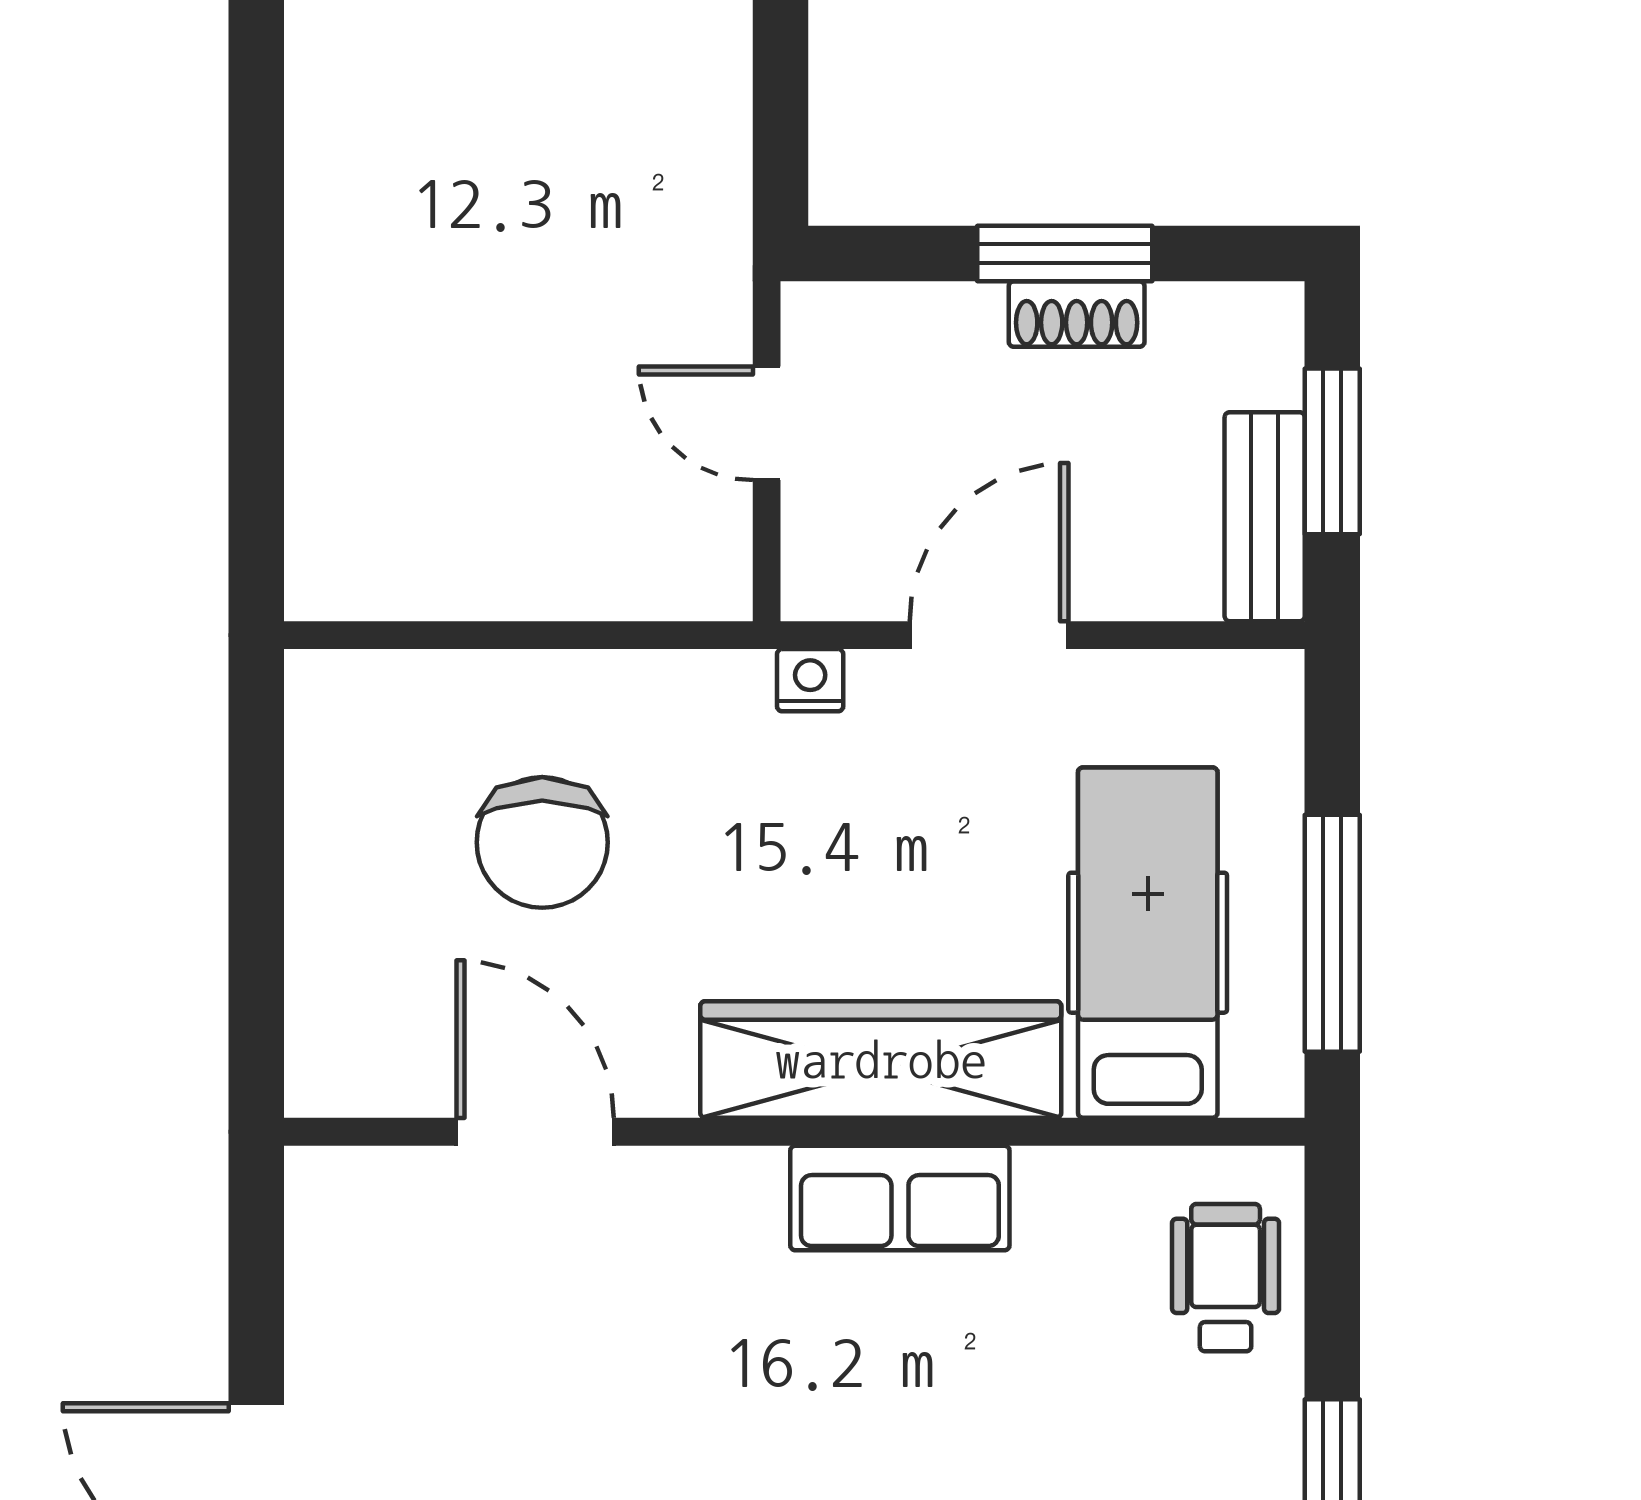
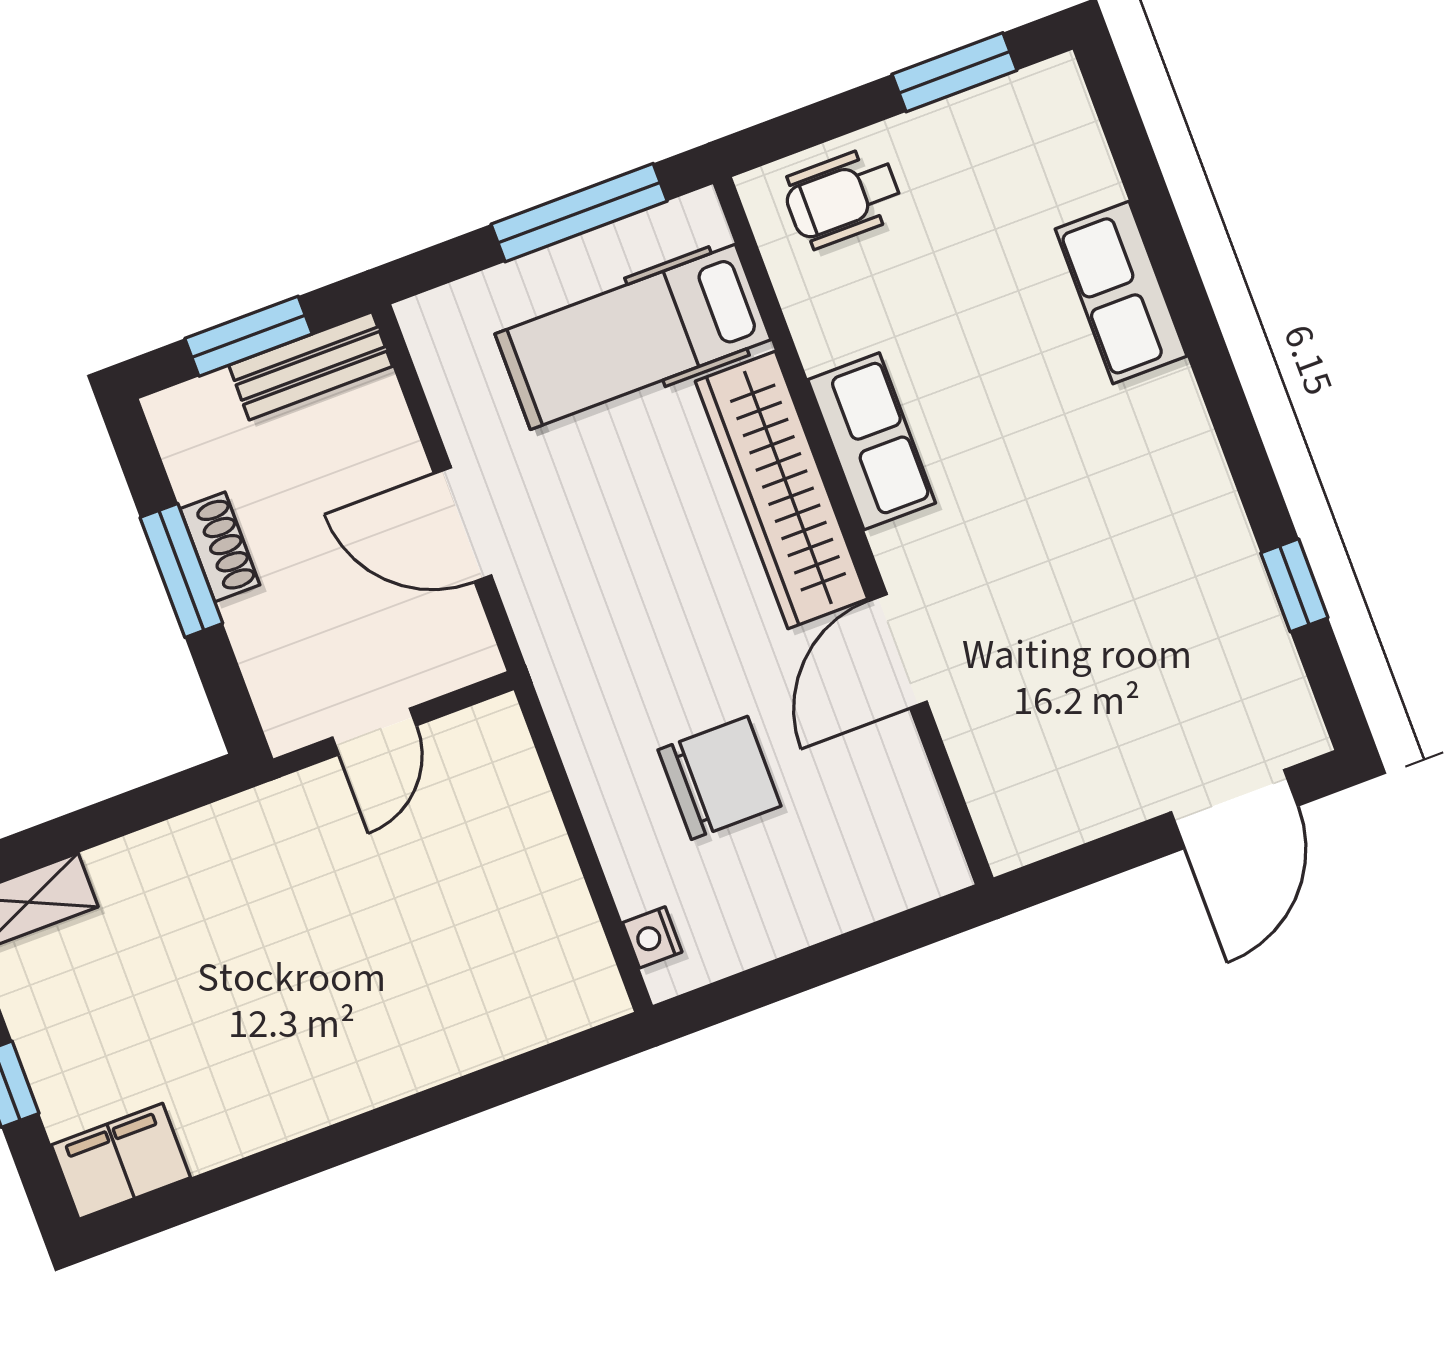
nightstand: (810, 680) -> (652, 937), moved
door: (535, 1132) -> (898, 651), moved

